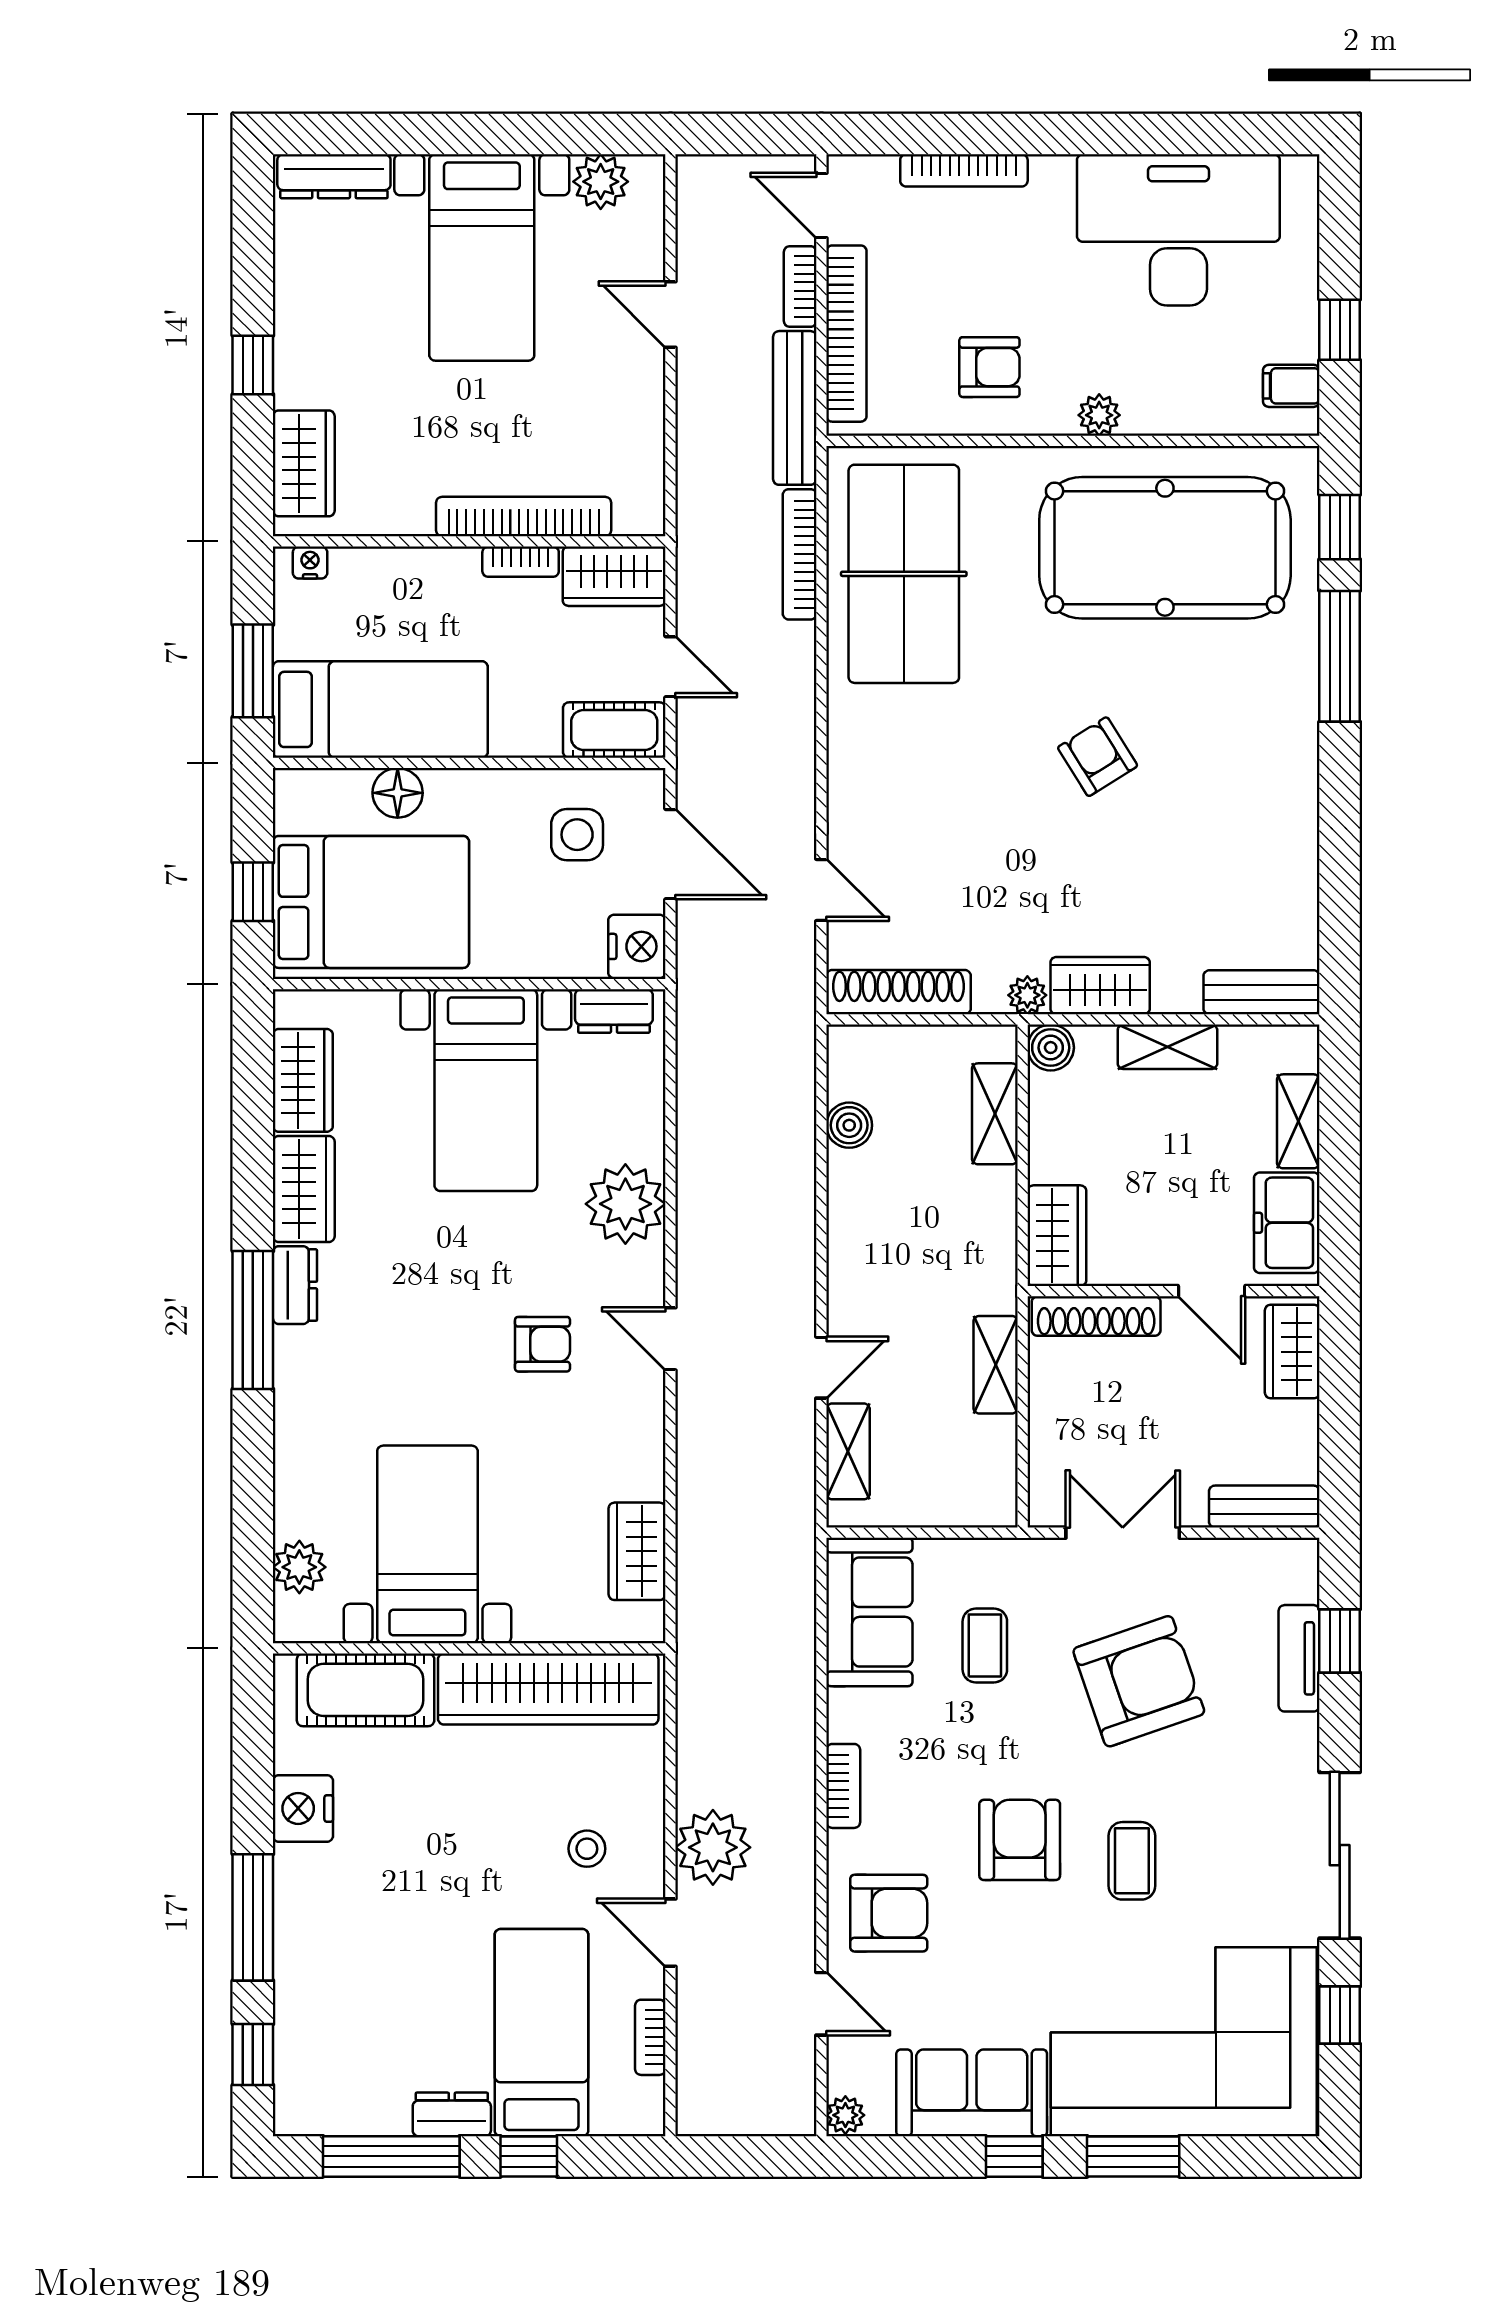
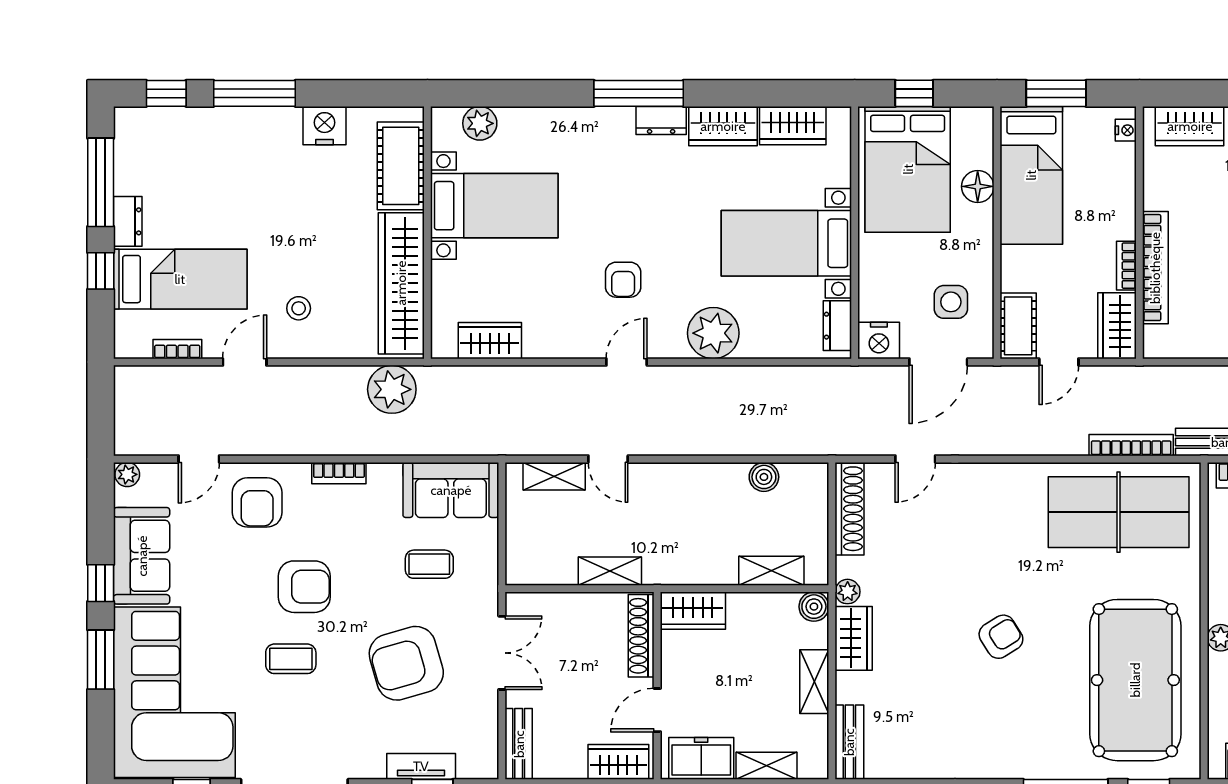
armchair: (1139, 1681) -> (406, 663), turned 93
plant: (713, 1847) -> (392, 389), moved

